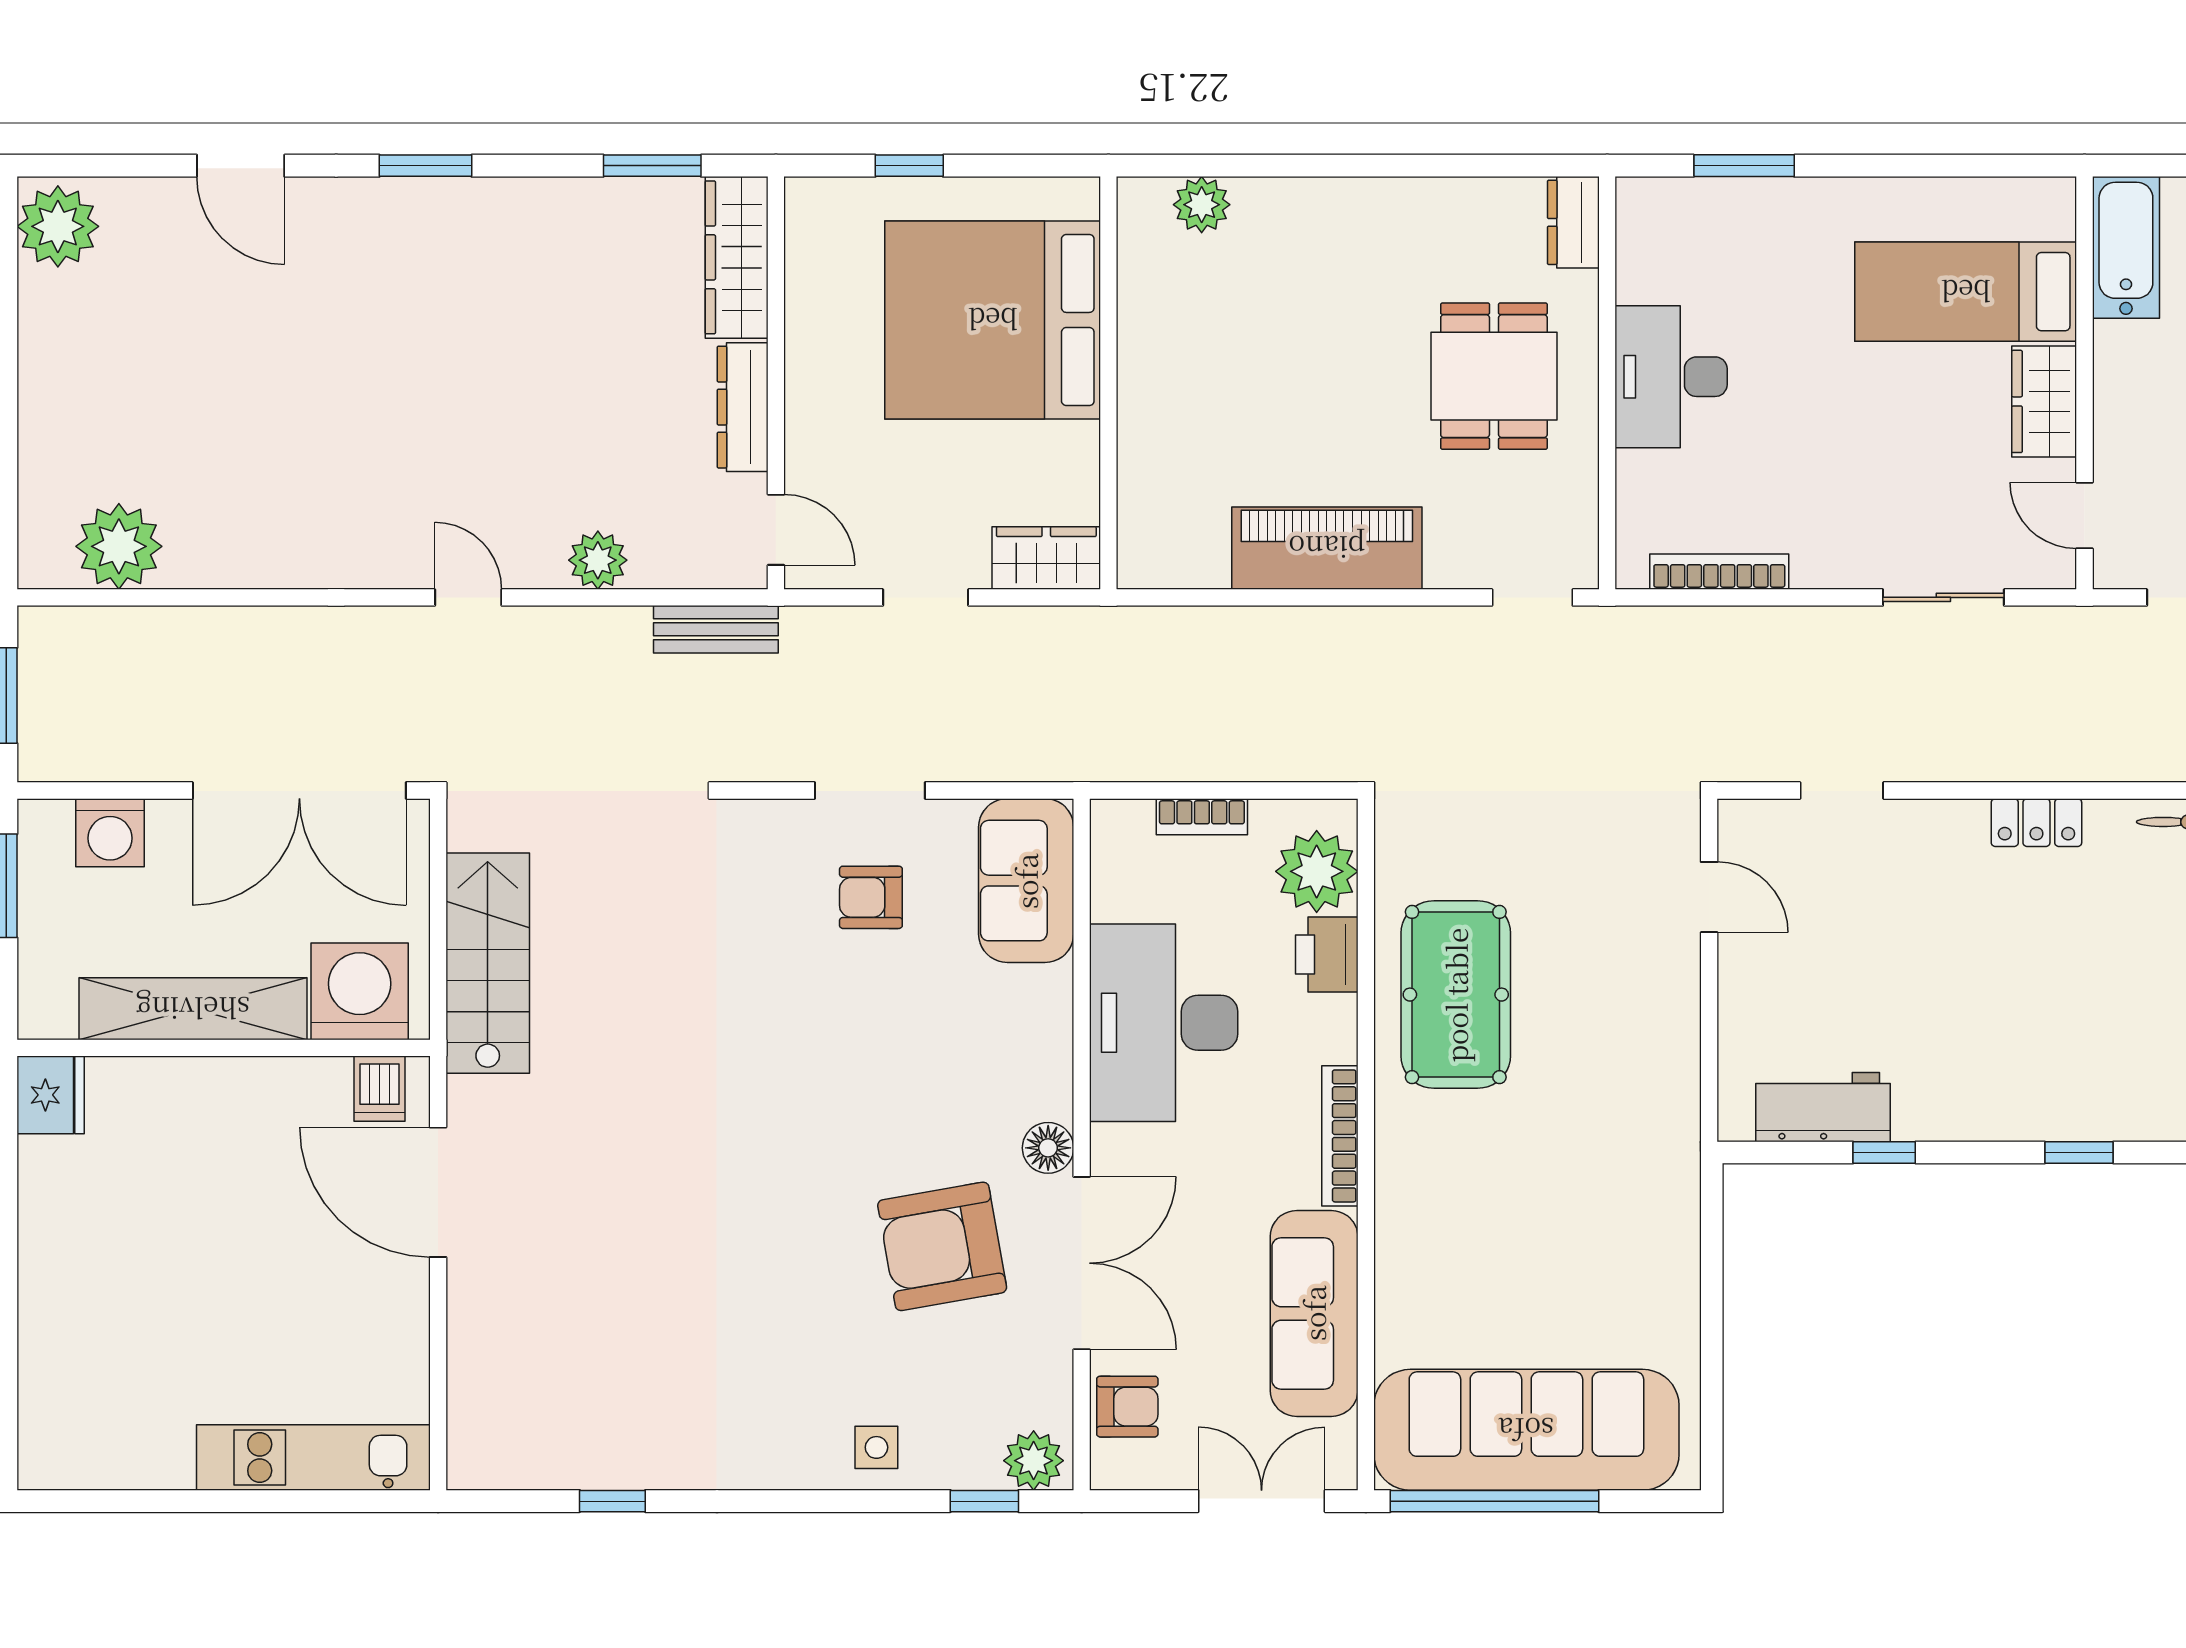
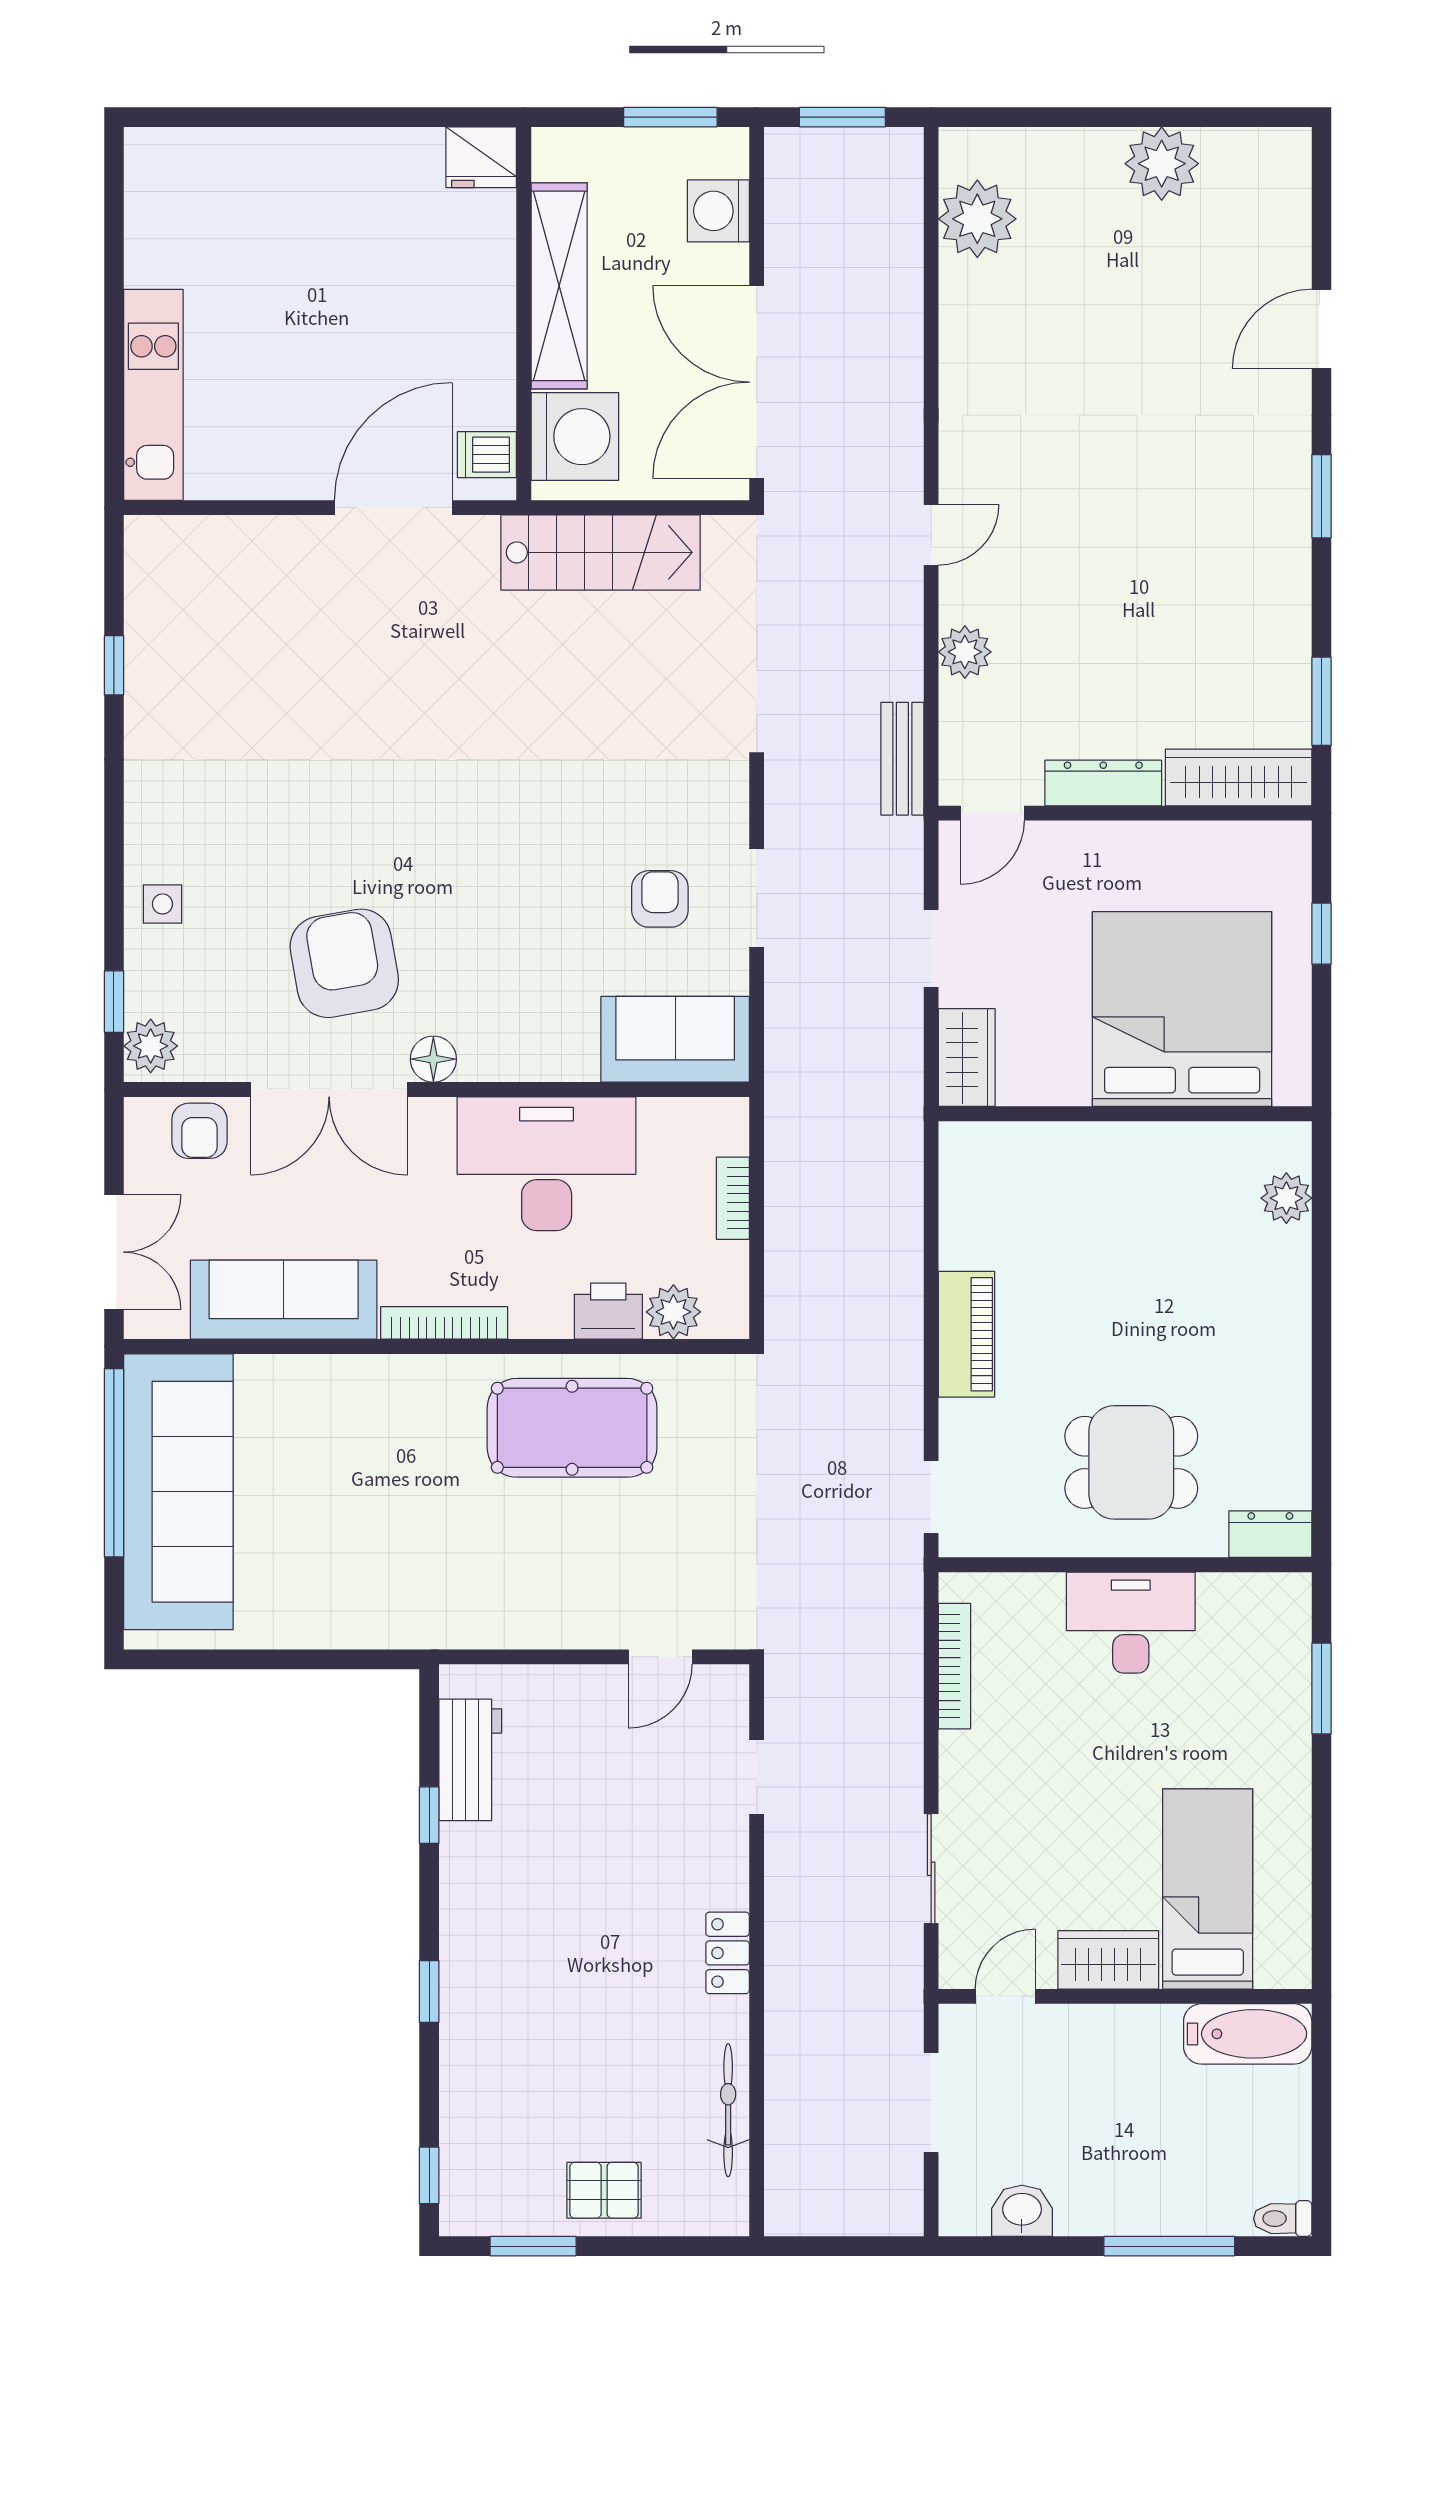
plant: (58, 226) -> (1162, 164), moved
piano: (1327, 548) -> (967, 1334), width x0.73, depth x0.75
plant: (1317, 871) -> (673, 1312), width x0.73, depth x0.73

